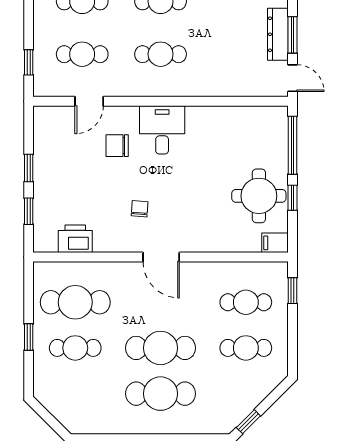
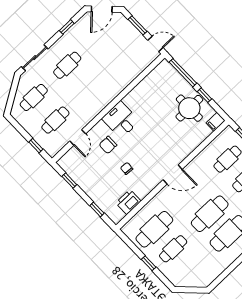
dresser: (278, 34) -> (131, 31), removed
cafe table: (161, 54) -> (89, 88), removed
window: (29, 168) -> (69, 181), moved
chair: (140, 209) -> (127, 168), moved

